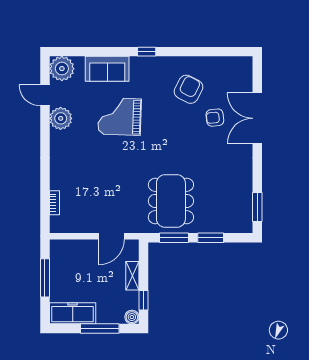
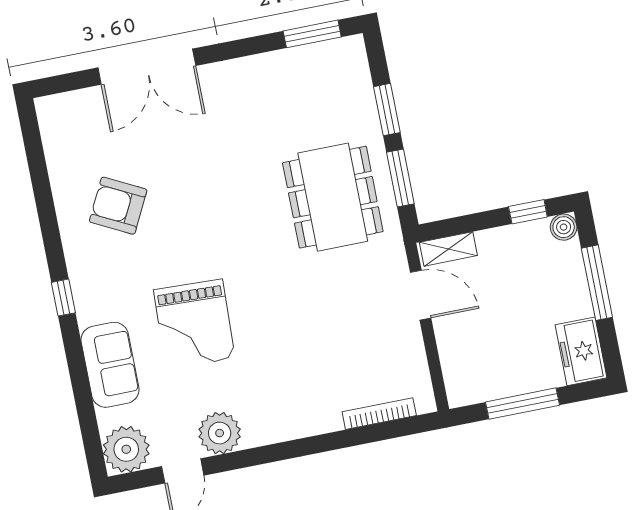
armchair: (215, 118) -> (161, 146), removed
dining table: (171, 201) -> (333, 197), turned 90
bookcase: (54, 203) -> (379, 414), width x1.56
shelving: (132, 276) -> (448, 249), moved
freezer: (73, 313) -> (581, 351), width x0.71

